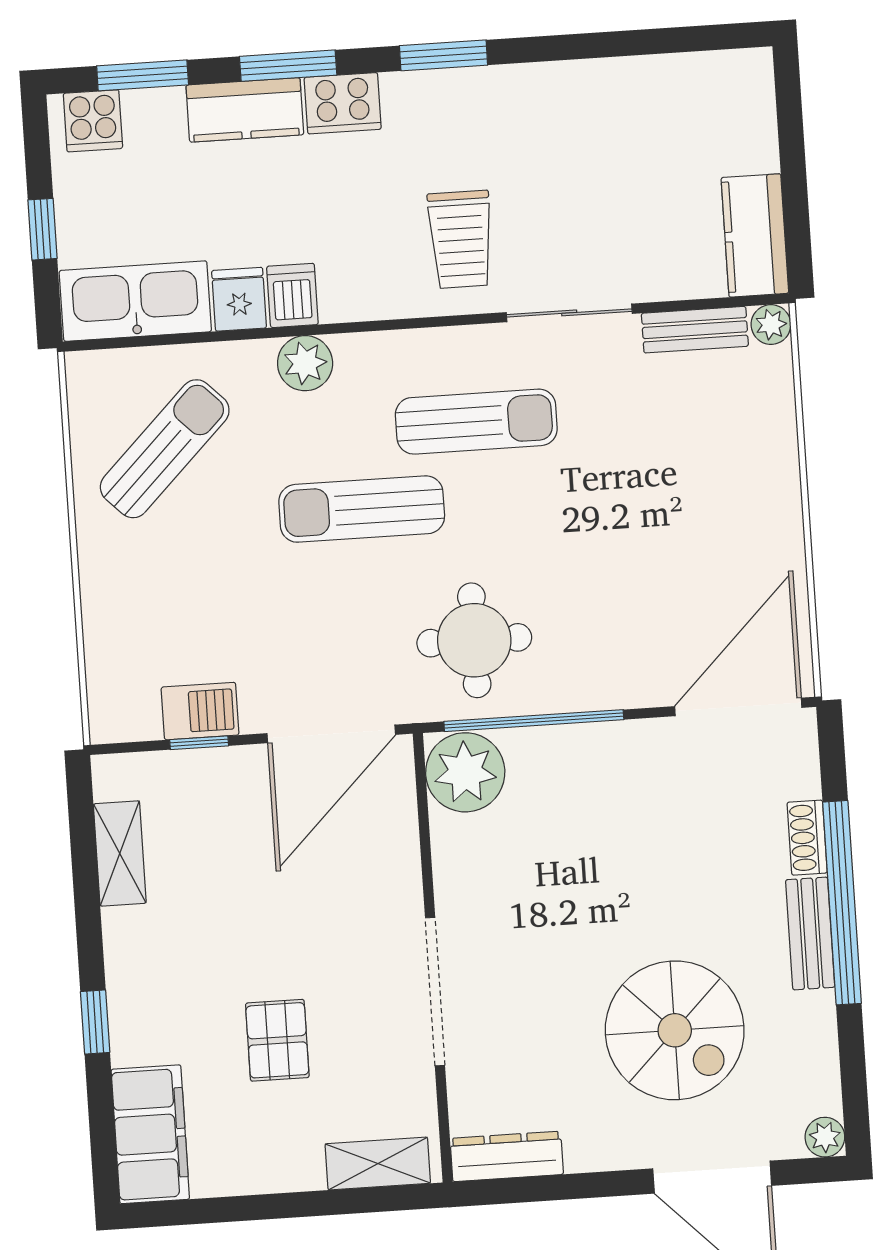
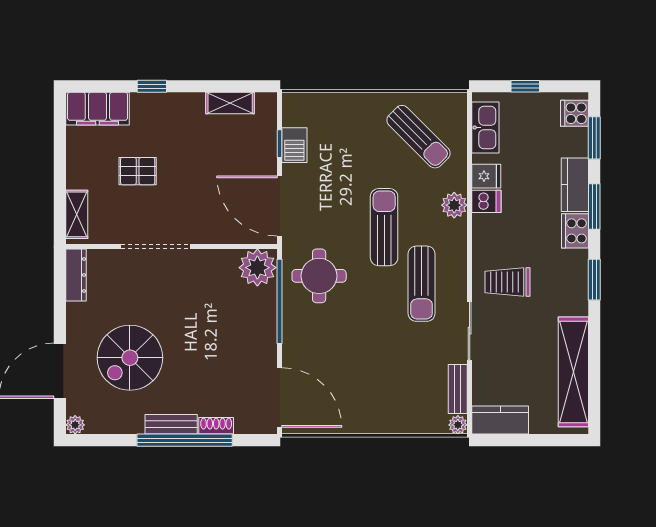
shelving: (642, 87) -> (573, 372), added
kitchen sink: (135, 301) -> (485, 127), width x0.73, depth x0.81

